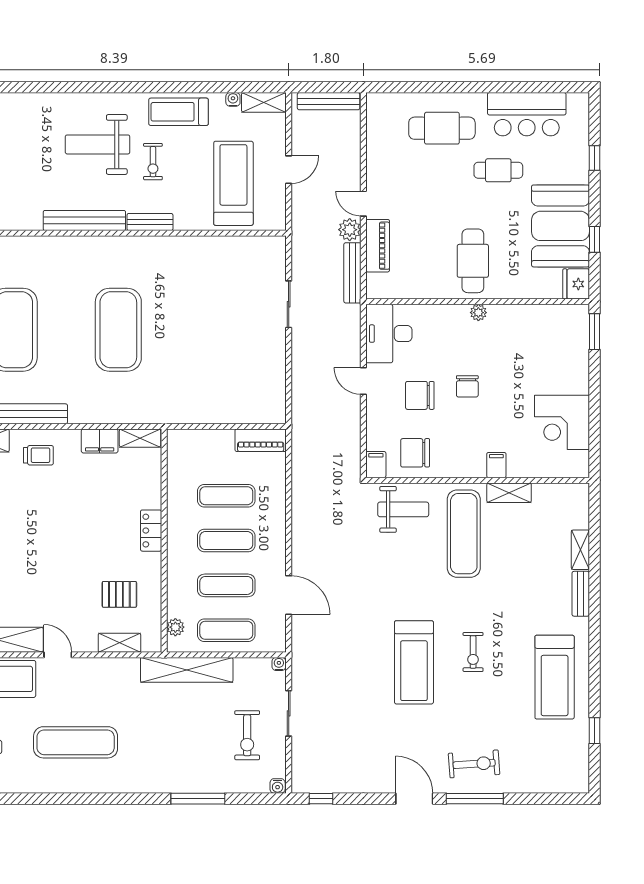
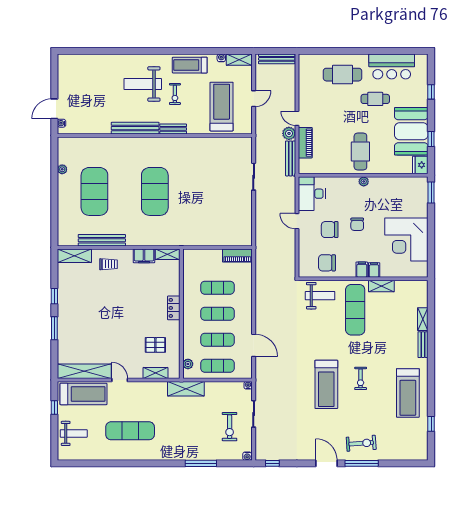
corner desk: (562, 422) -> (406, 239), width x1.36, depth x1.36
filing cabinet: (376, 465) -> (362, 270), moved
shelving: (187, 670) -> (186, 389), width x0.68

